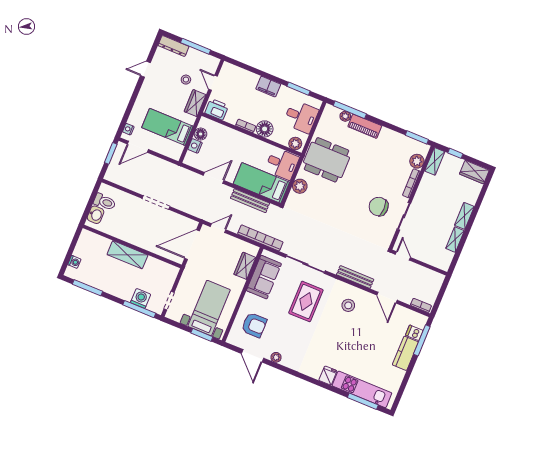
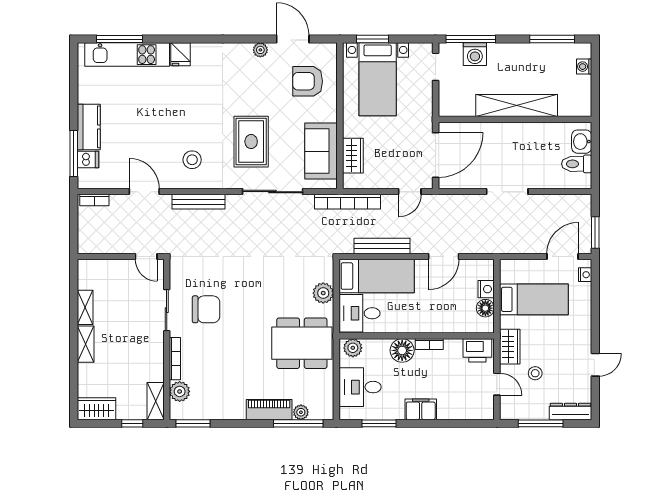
shelving: (127, 255) -> (517, 106), width x1.47

